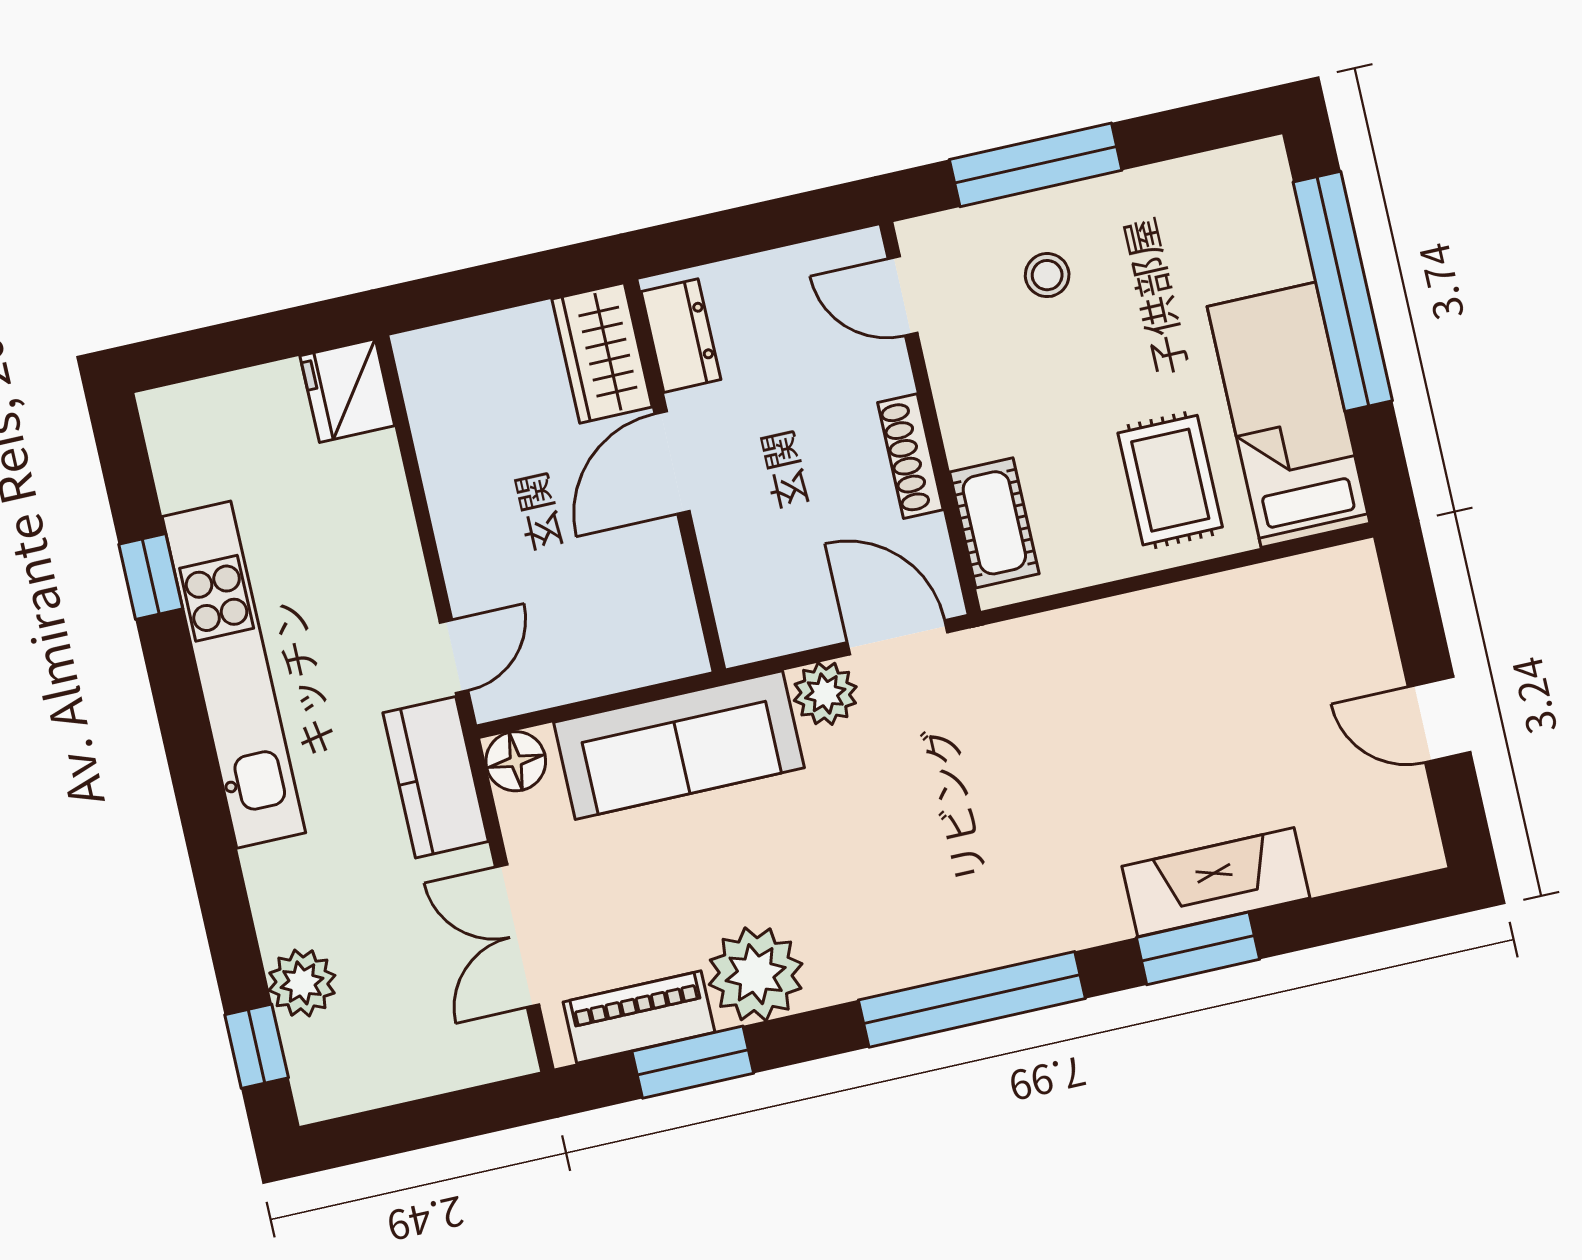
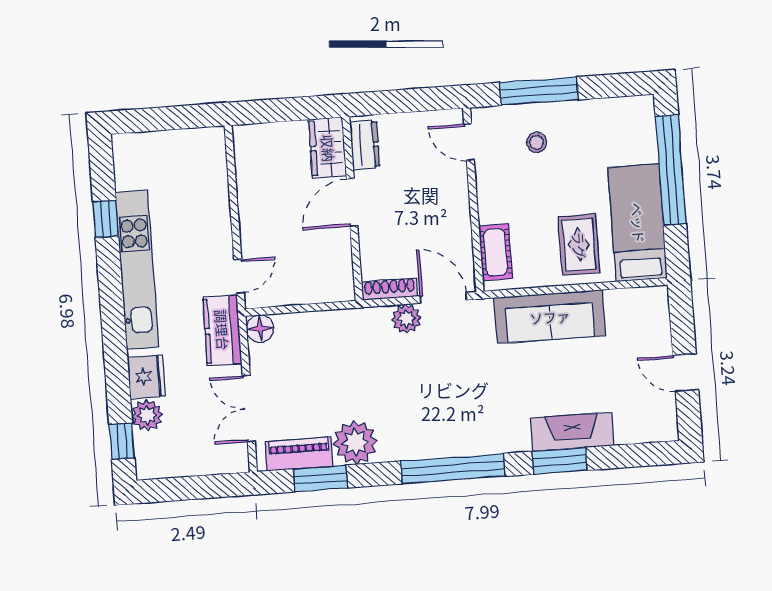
fridge: (347, 391) -> (146, 377), moved, turned 180
shoe rack: (910, 456) -> (389, 289), moved, turned 90
sofa: (679, 745) -> (550, 317), moved

